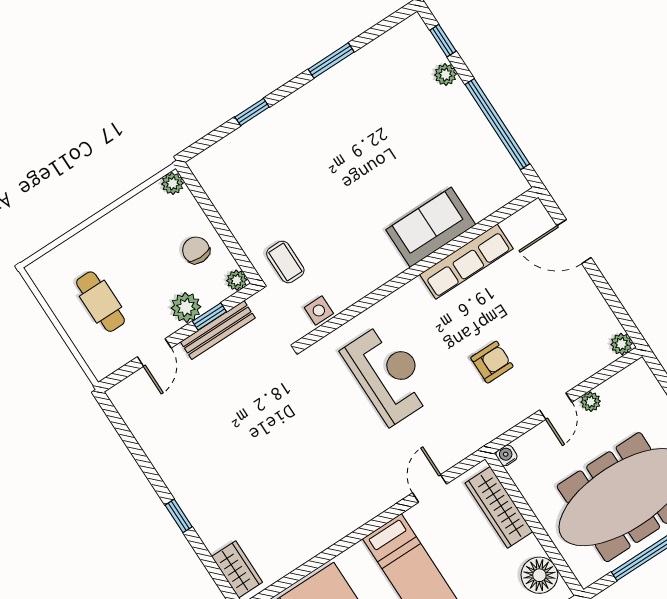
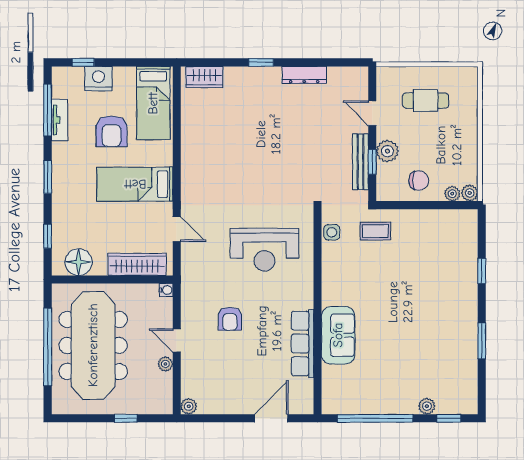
plant: (237, 280) -> (452, 194), moved
dresser: (161, 458) -> (304, 75), added

